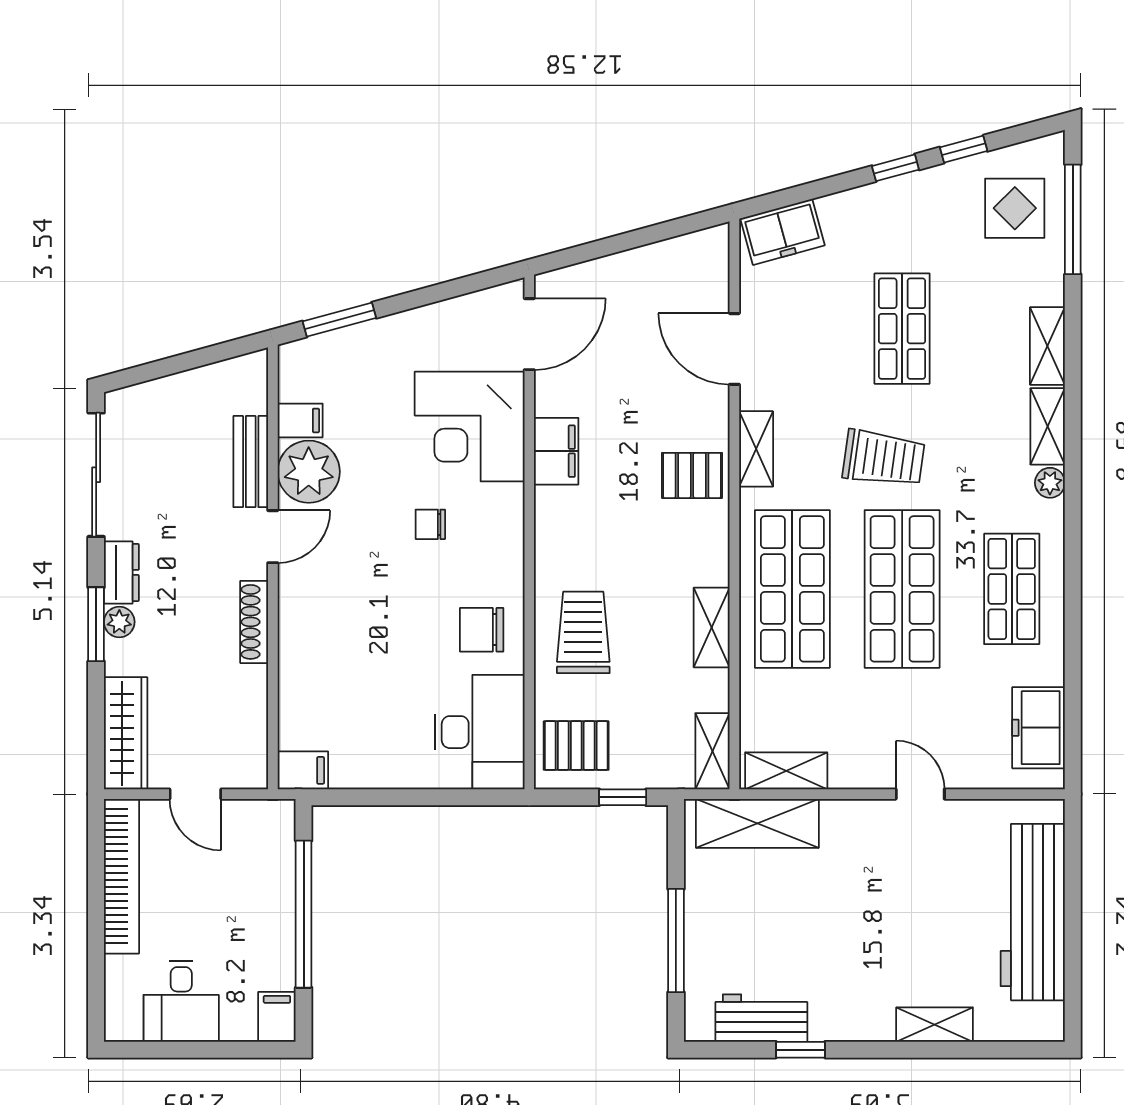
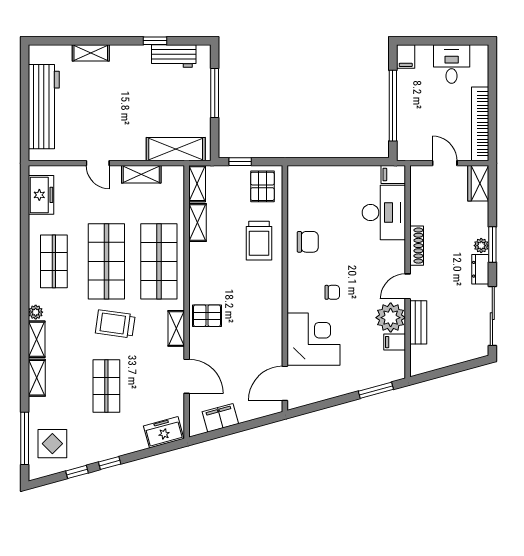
filing cabinet: (556, 451) -> (220, 418), moved, turned 75
shelving: (712, 627) -> (198, 223), moved
desk: (480, 732) -> (384, 213), moved, turned 180
wardrobe: (126, 733) -> (478, 183), width x0.67
pallet: (576, 746) -> (262, 186), turned 90
shelving: (786, 771) -> (141, 174), moved

